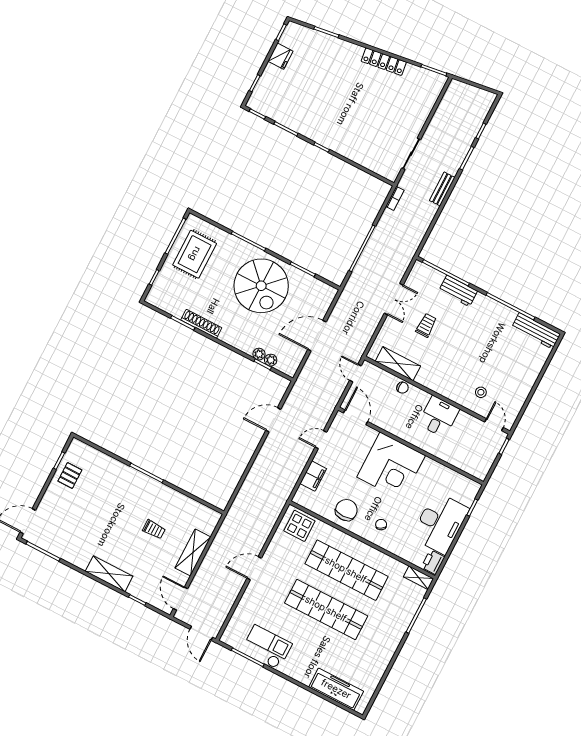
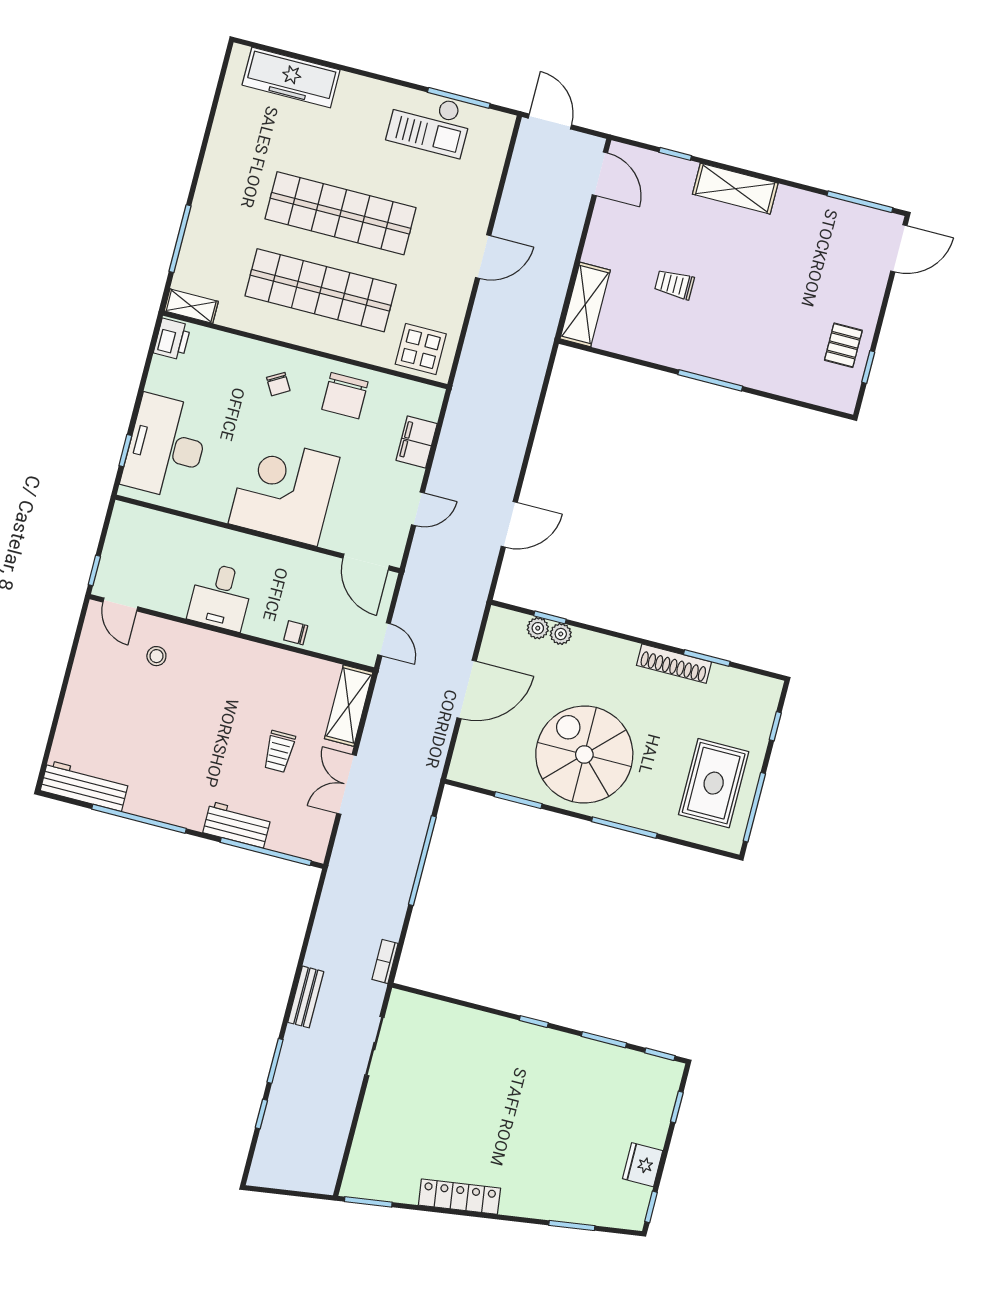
shelving: (398, 364) -> (349, 706), moved, turned 90
desk: (440, 523) -> (166, 447), moved
shelving: (193, 553) -> (585, 304), moved

